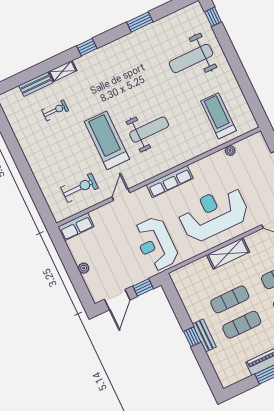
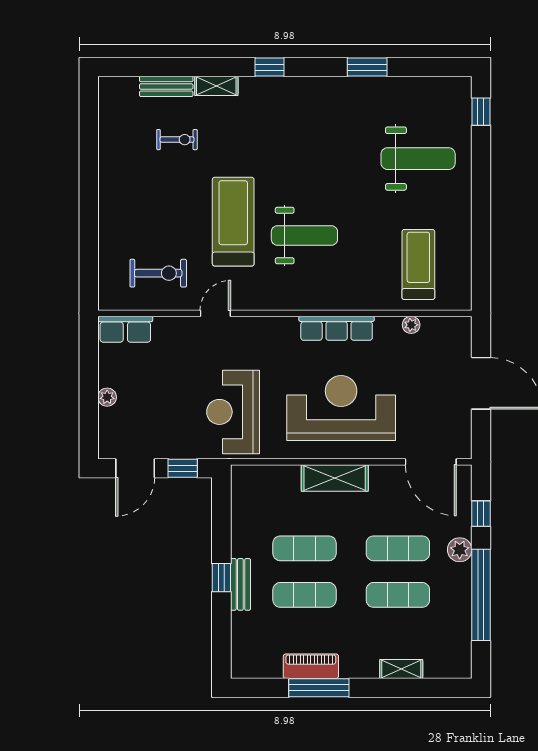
weight bench: (191, 58) -> (418, 159), turned 180
row of seats: (170, 182) -> (337, 328), moved

